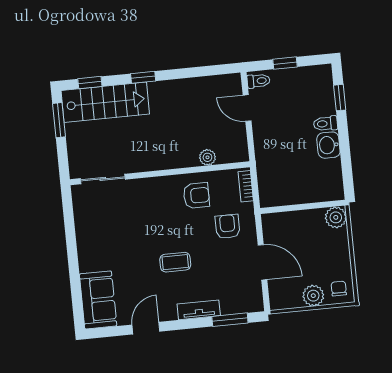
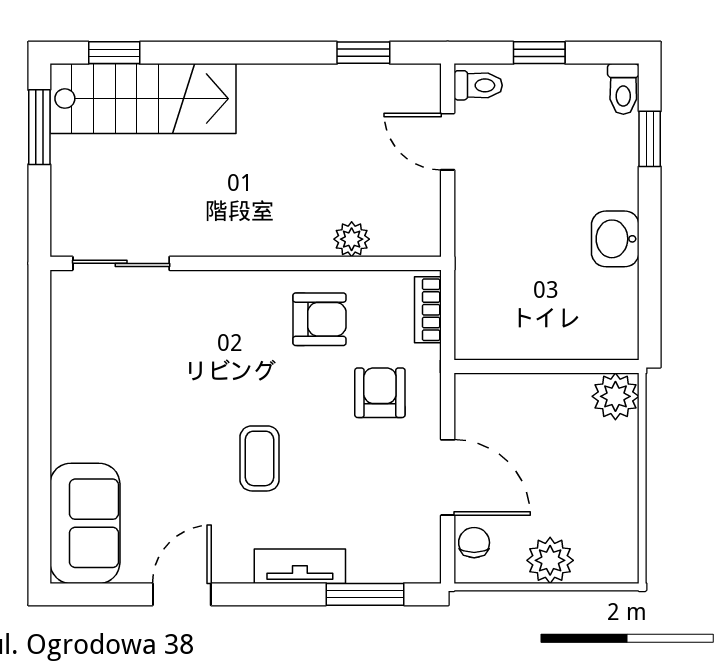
window: (143, 77) -> (363, 53), moved
toilet: (325, 124) -> (623, 89), moved, turned -90
coffee table: (175, 262) -> (260, 458), turned 90
chair: (339, 289) -> (474, 543), moved

